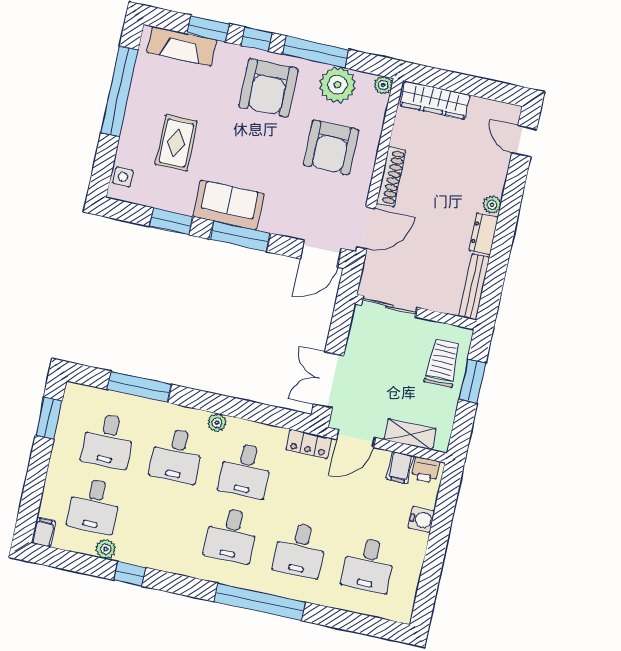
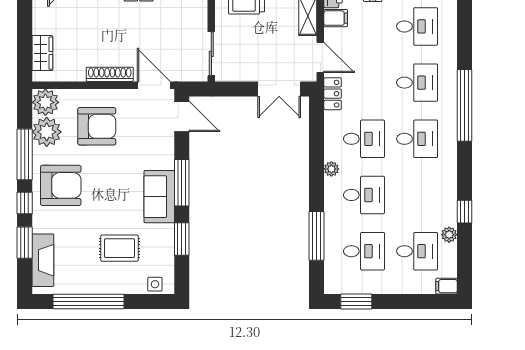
plant: (383, 85) -> (45, 102), width x1.88, depth x1.88
wardrobe: (435, 100) -> (42, 53), width x0.67

